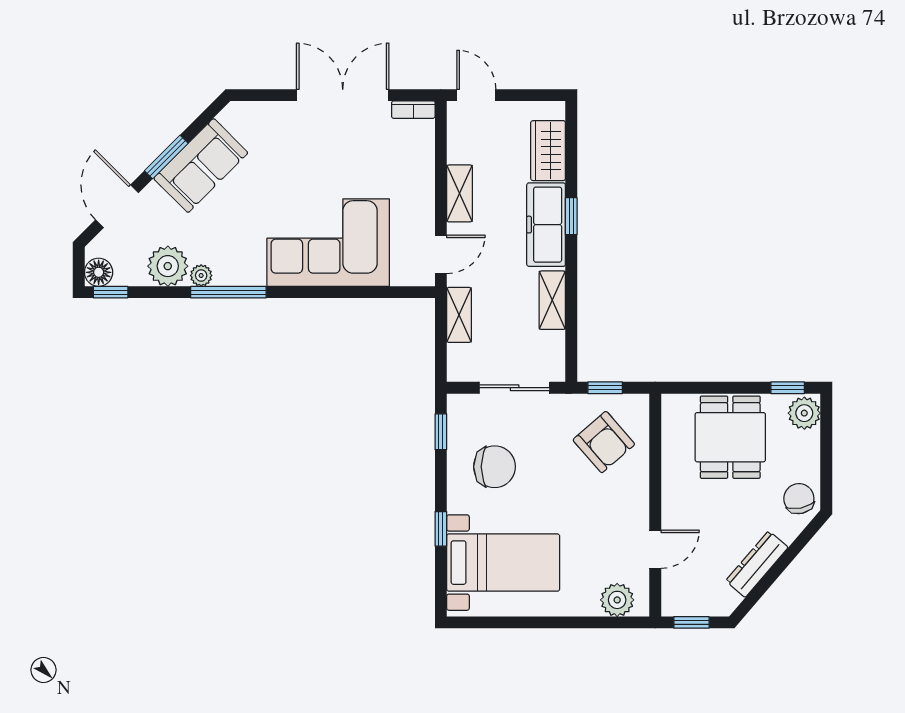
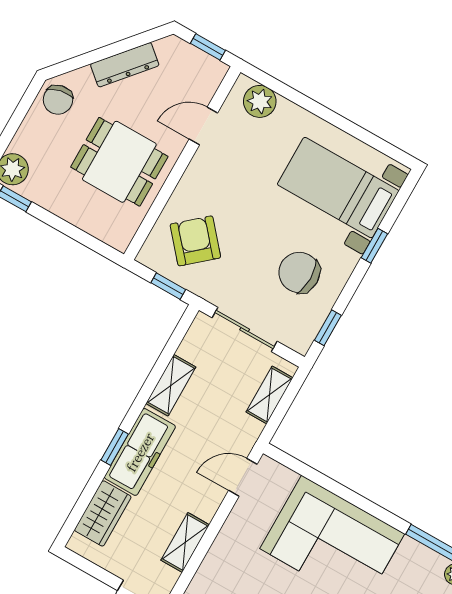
shelving: (459, 193) -> (185, 542), moved
shelving: (459, 315) -> (269, 395), moved
dining table: (730, 437) -> (119, 162), moved, turned 90

